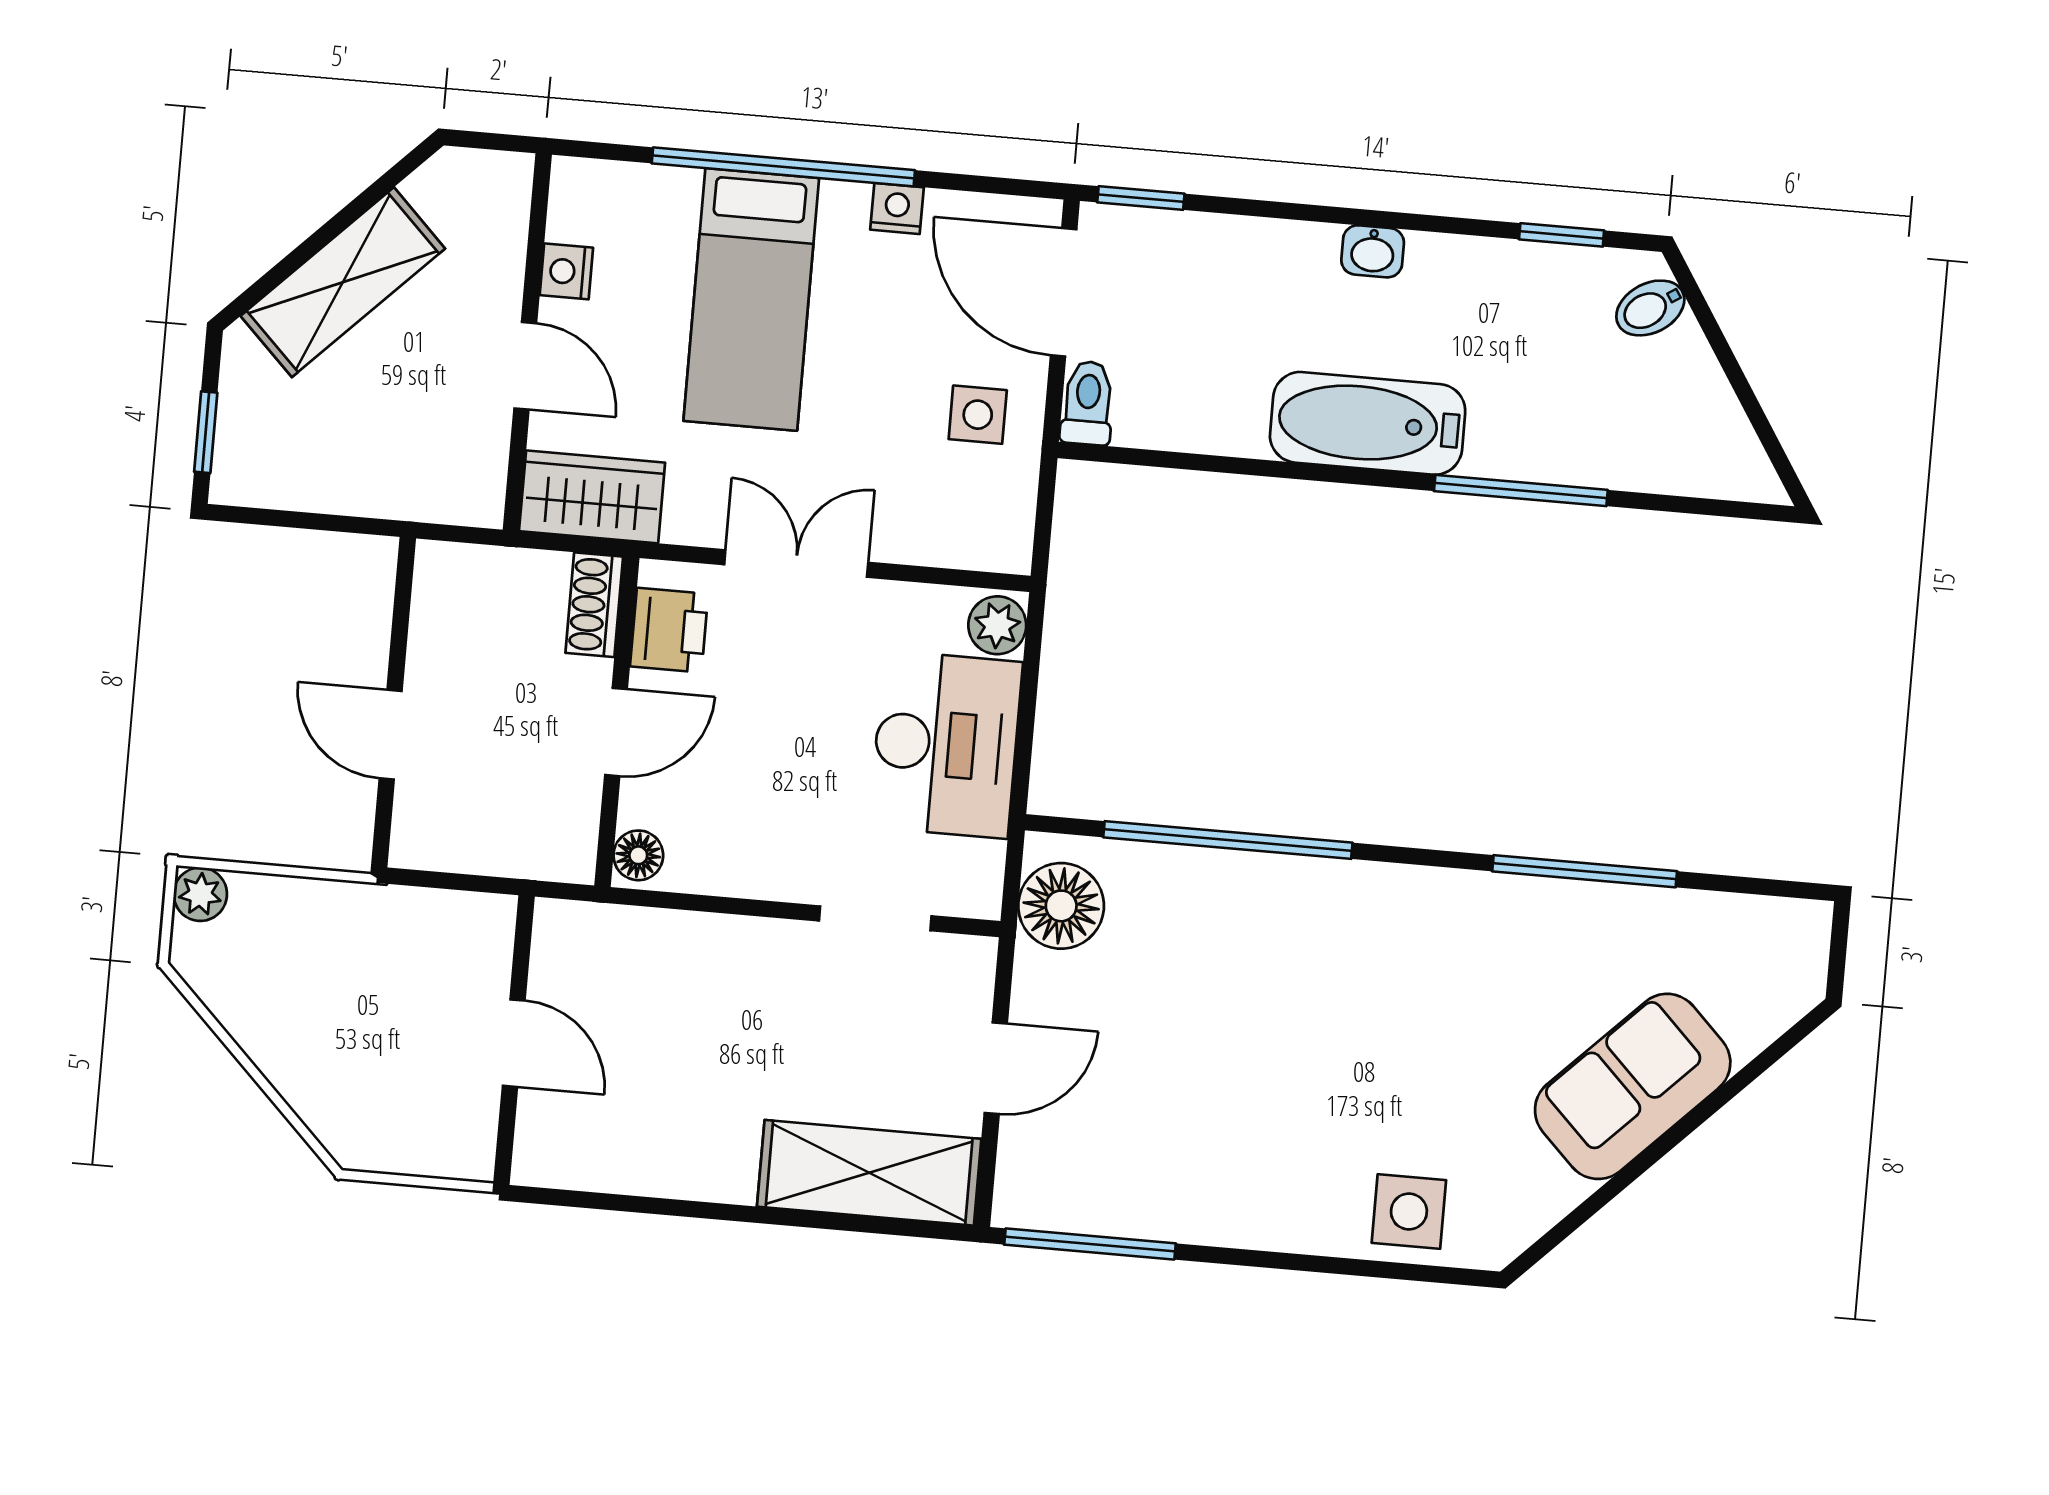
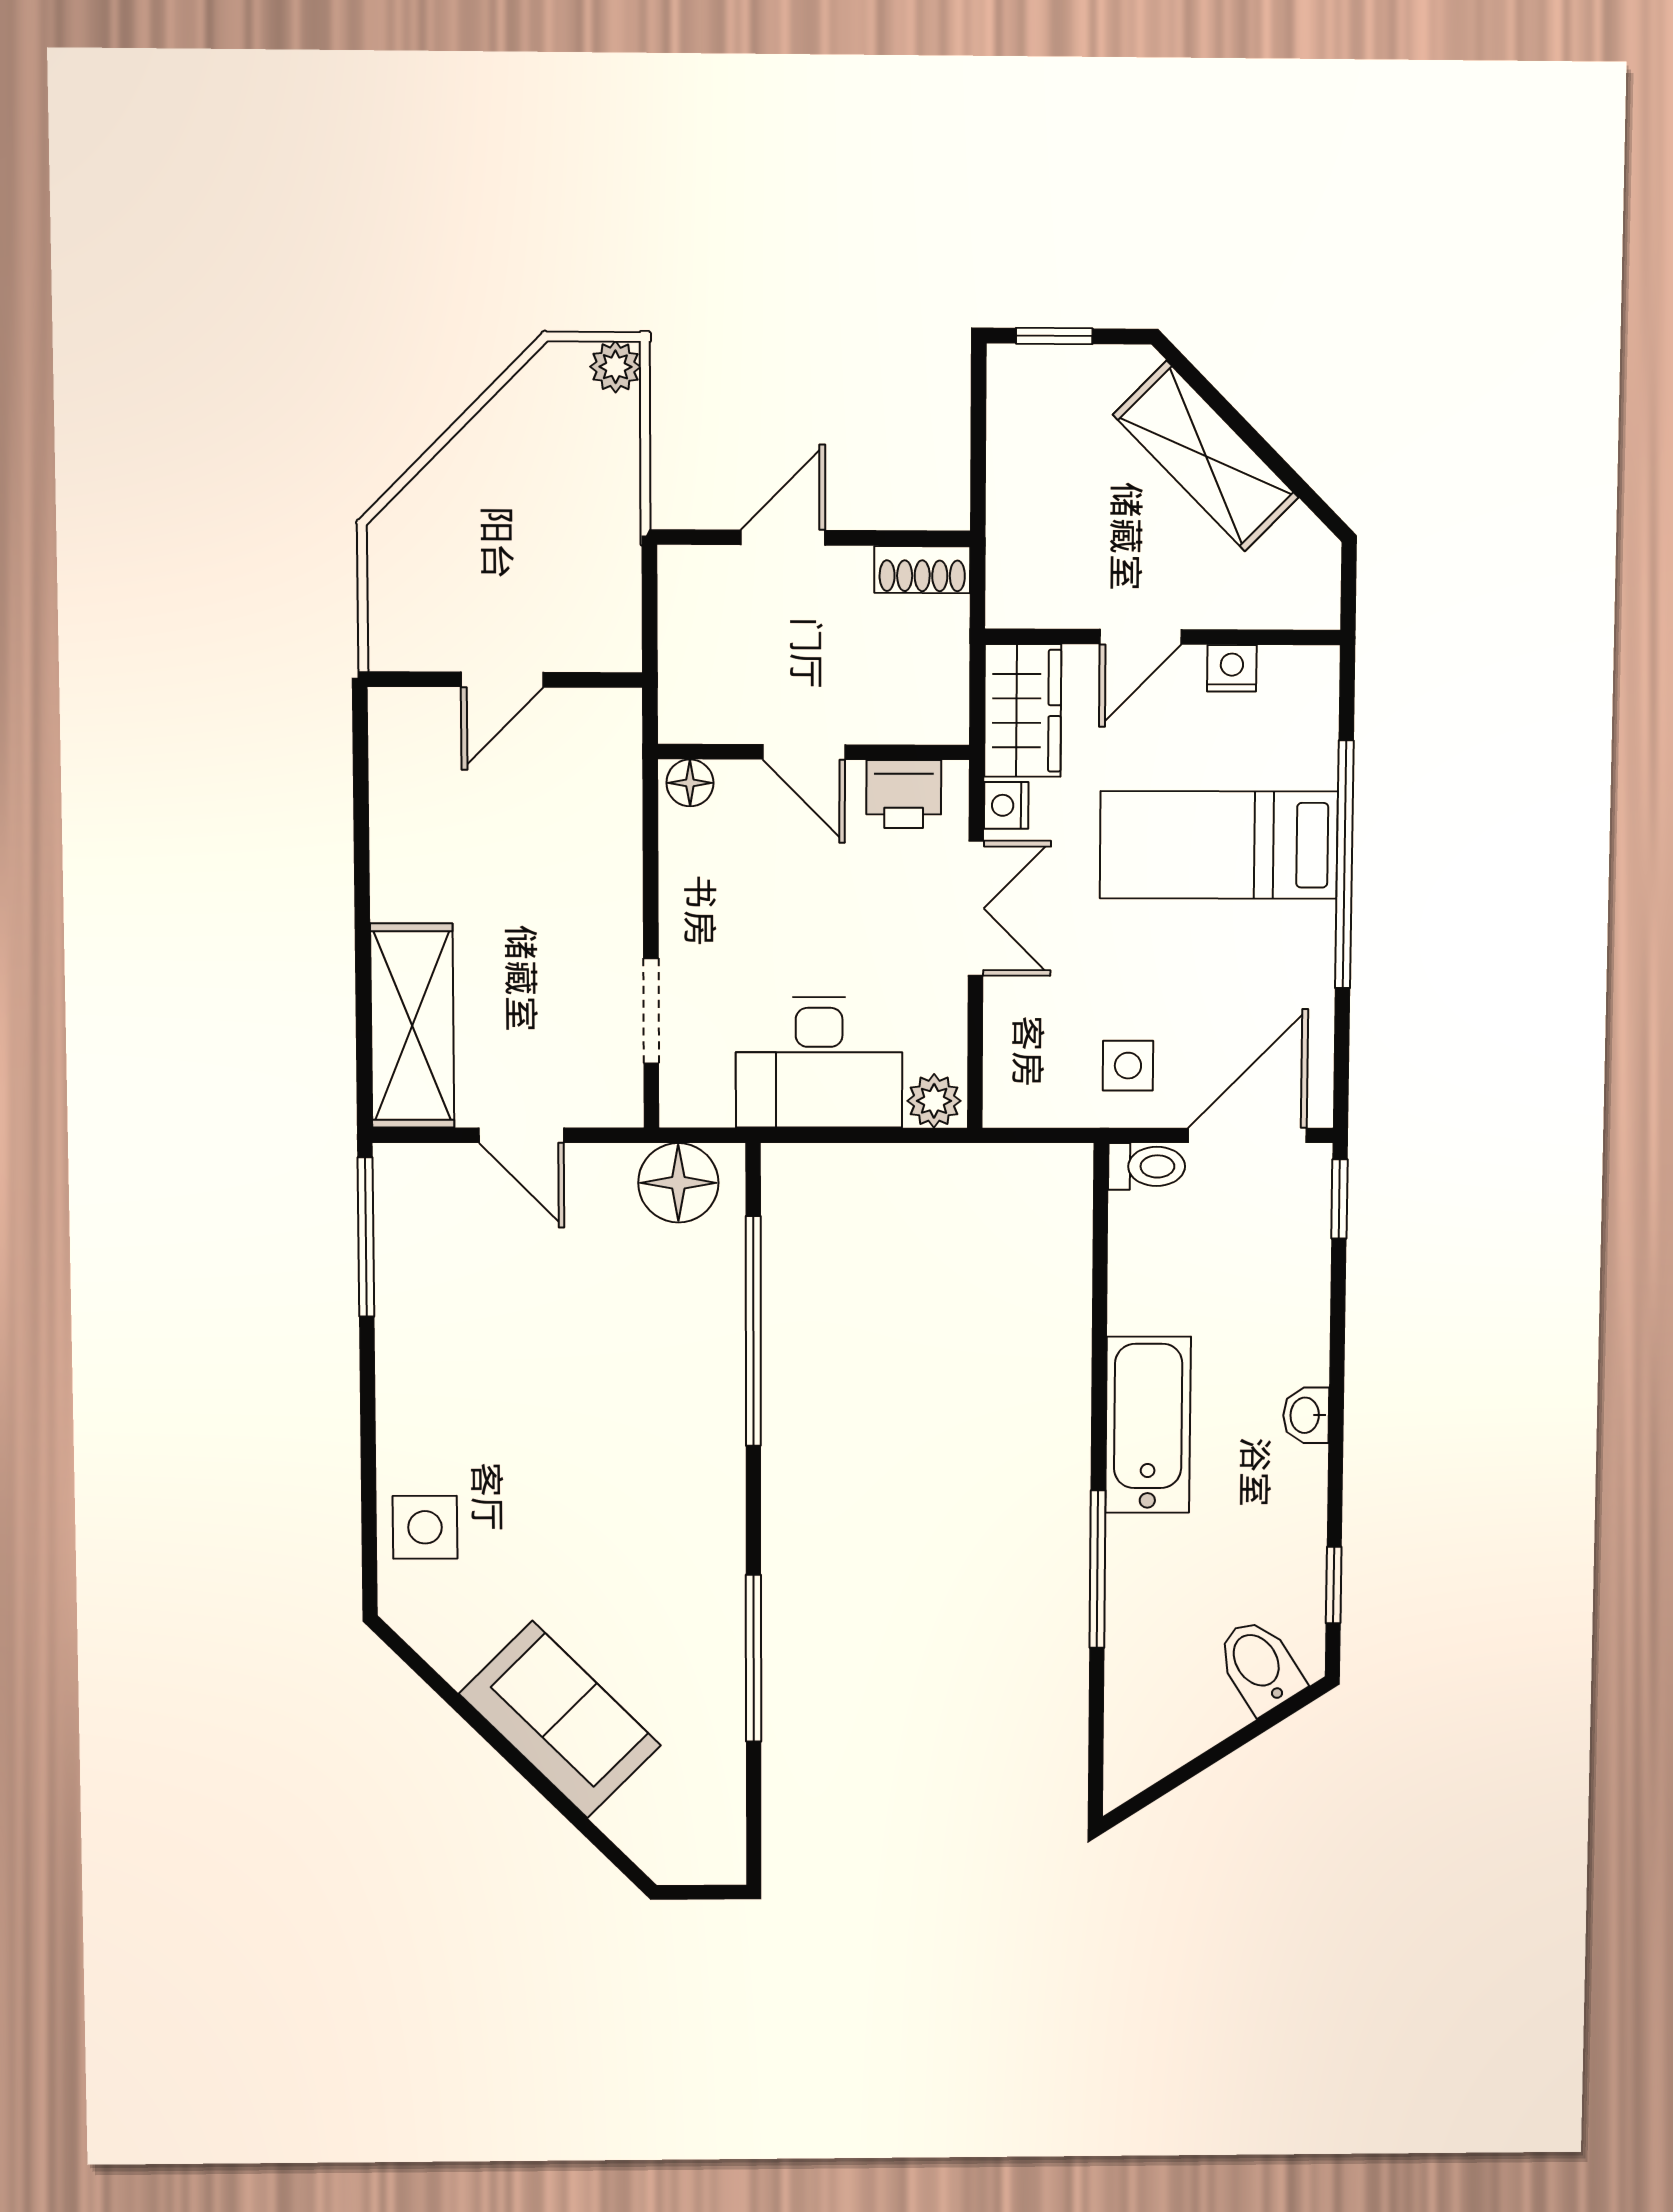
nightstand: (897, 209) -> (1006, 805), moved, turned 180
bidet: (1650, 308) -> (1260, 1666), width x1.38, depth x1.36
shoe rack: (594, 605) -> (922, 570), moved, turned 180

